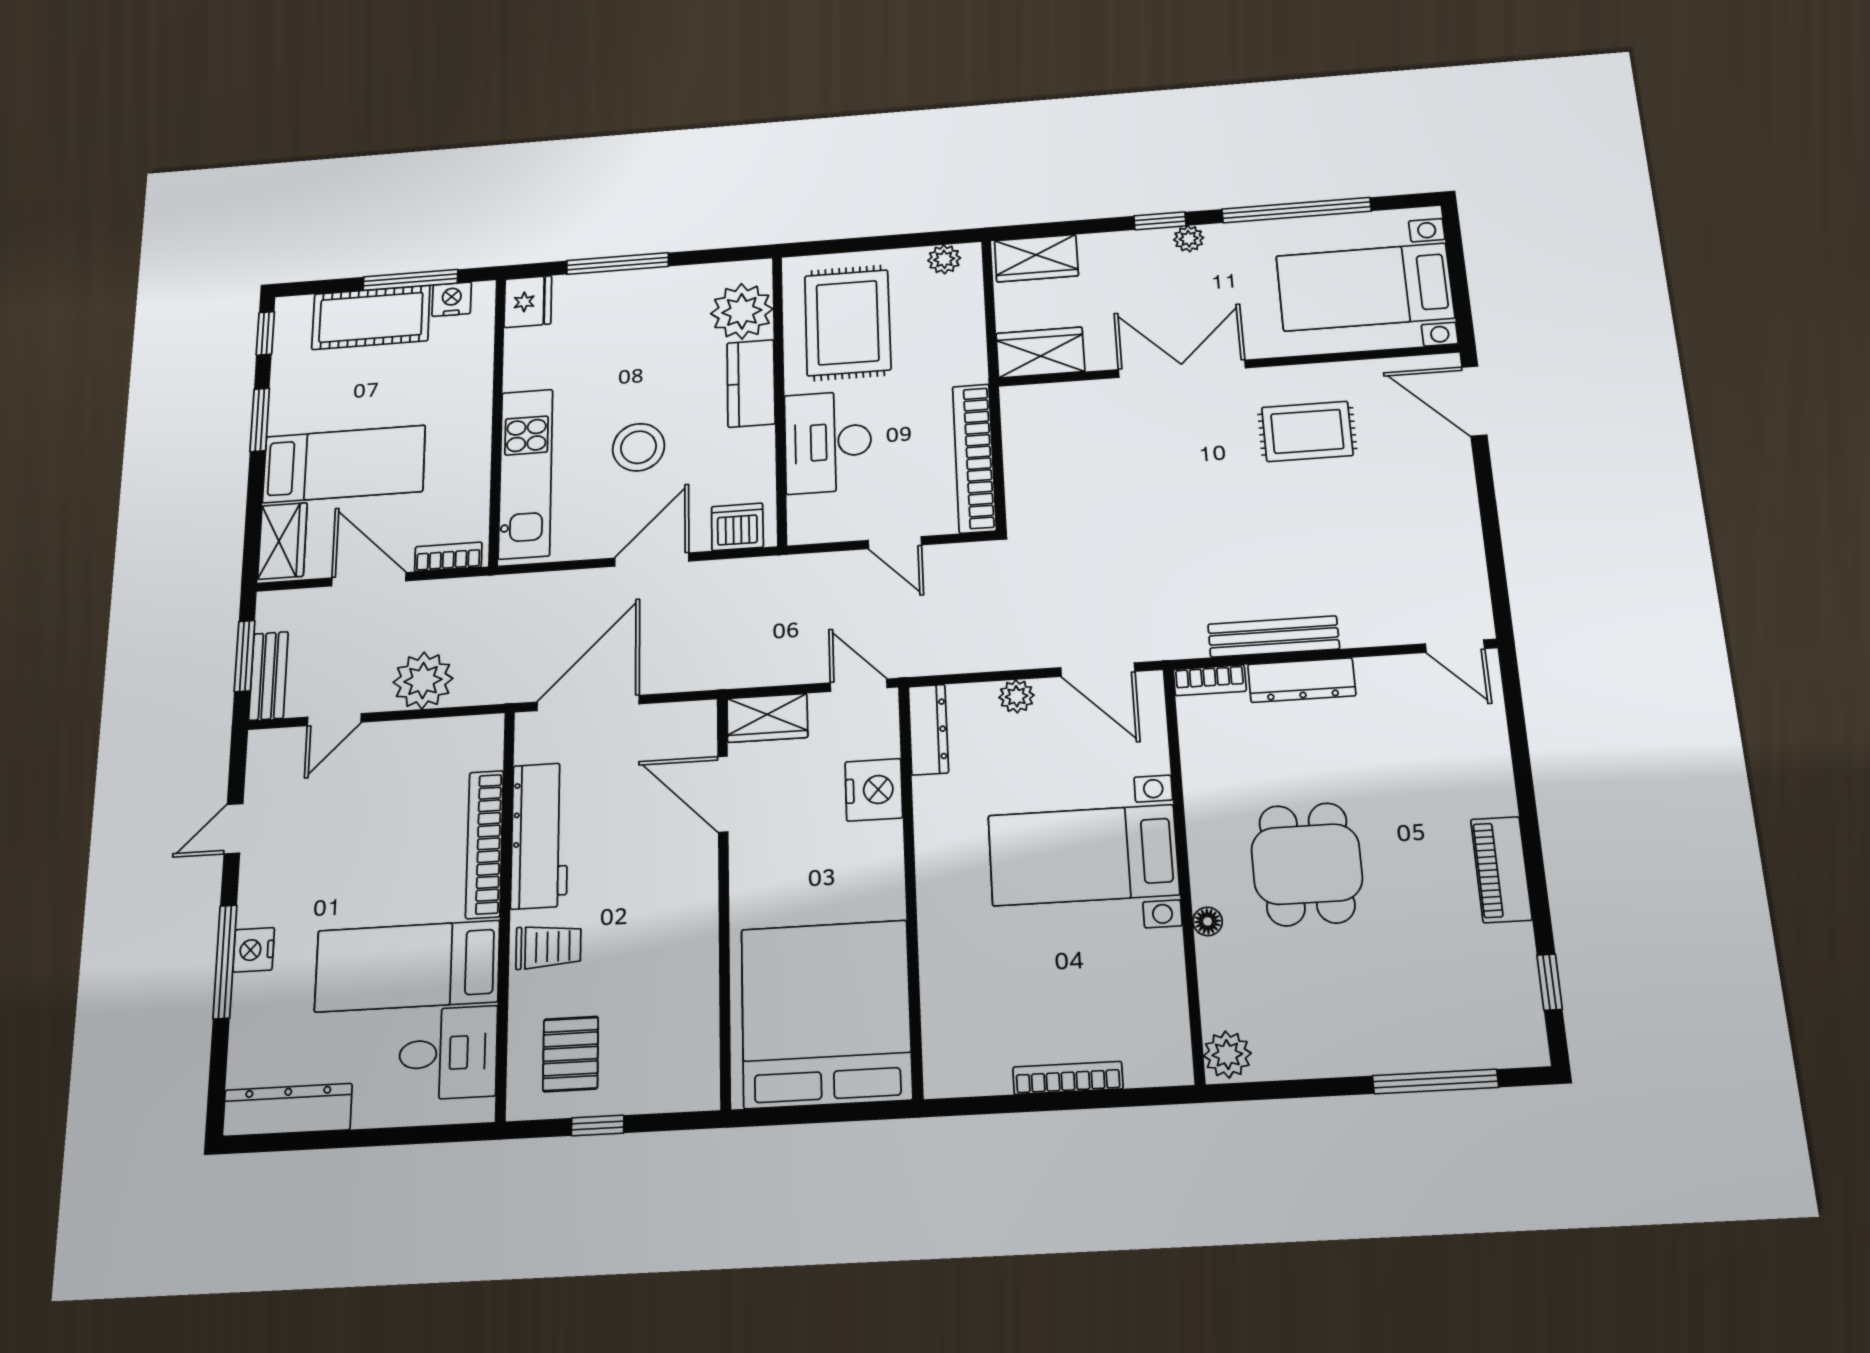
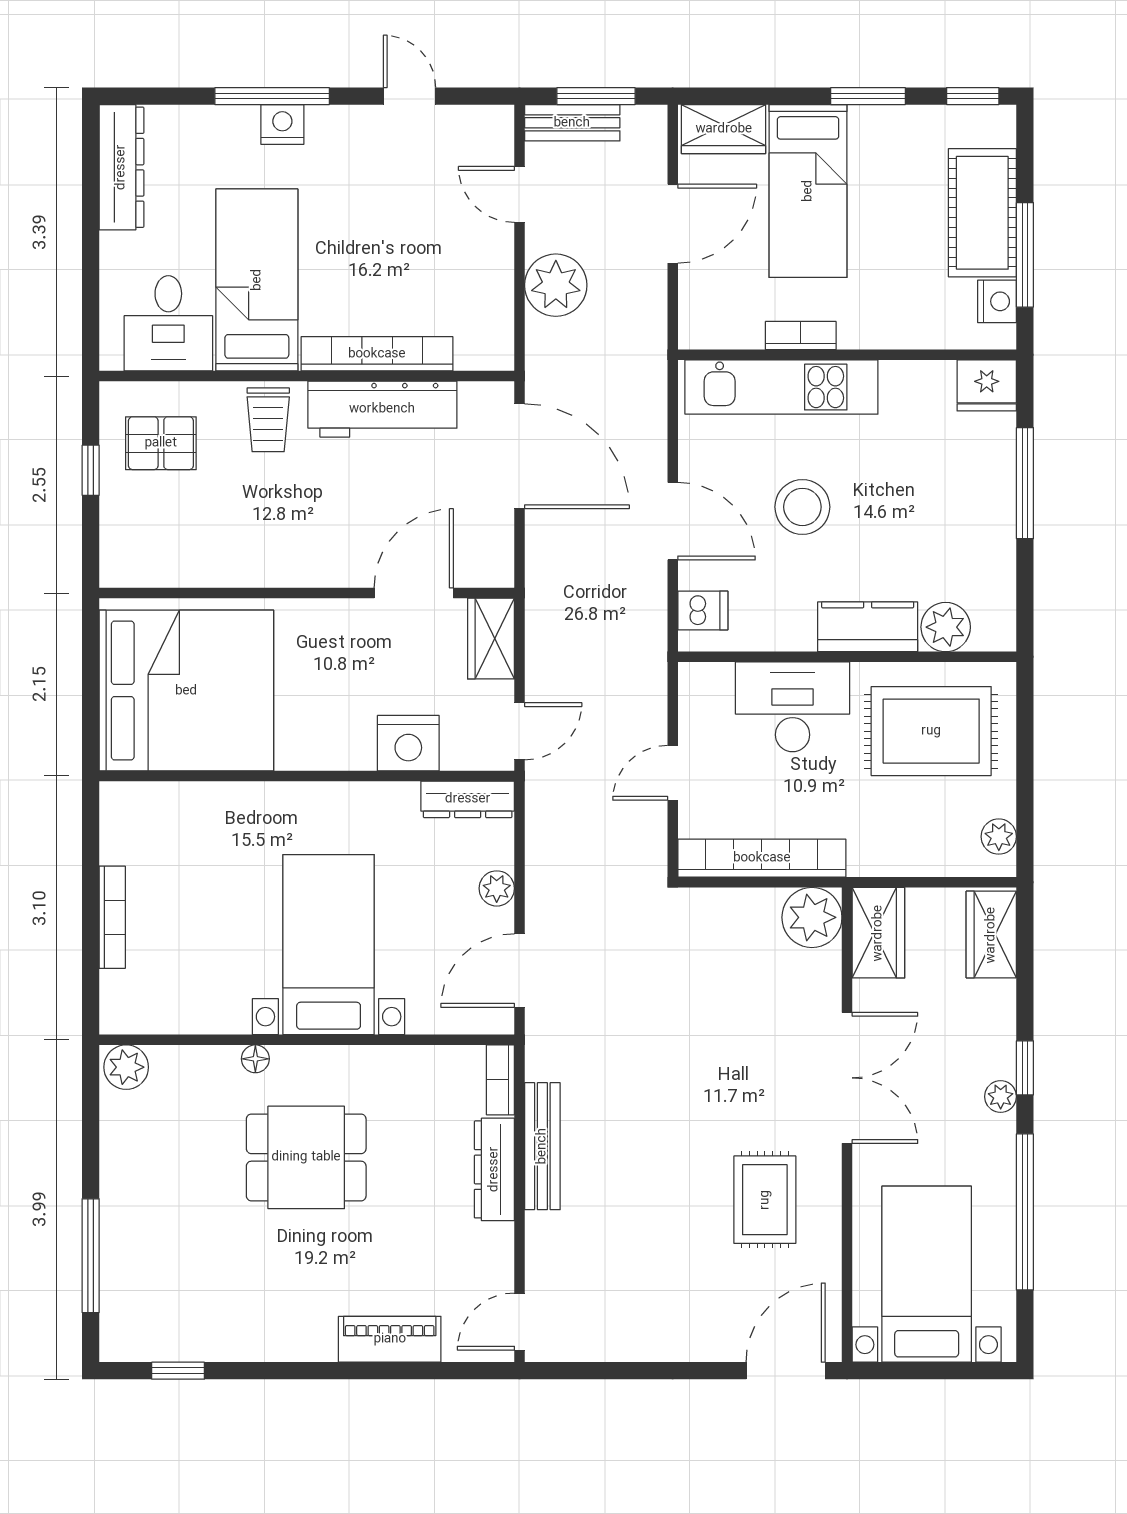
plant: (742, 311) -> (946, 627), width x0.73, depth x0.73
plant: (1029, 410) -> (812, 917), added
dishwasher: (737, 527) -> (703, 611), width x0.73
bookcase: (448, 557) -> (801, 336), moved, turned -90
piano: (1501, 870) -> (390, 1339), moved

